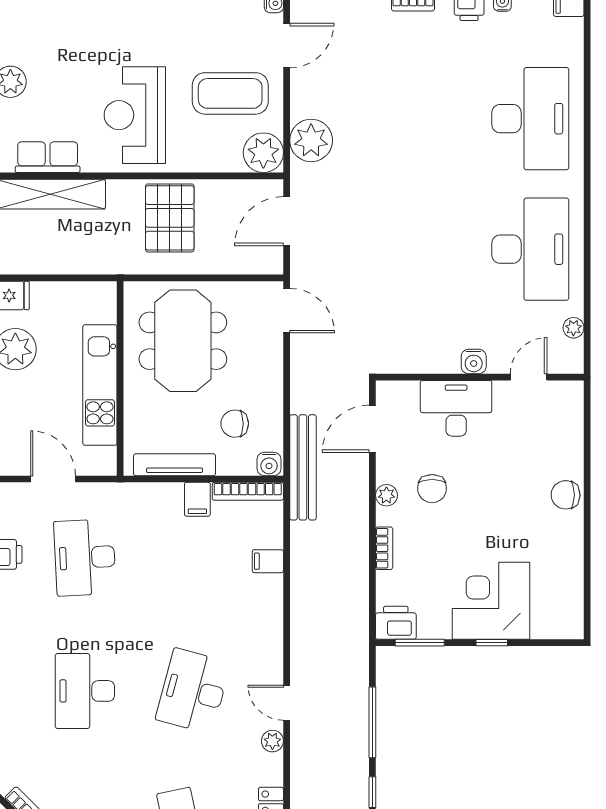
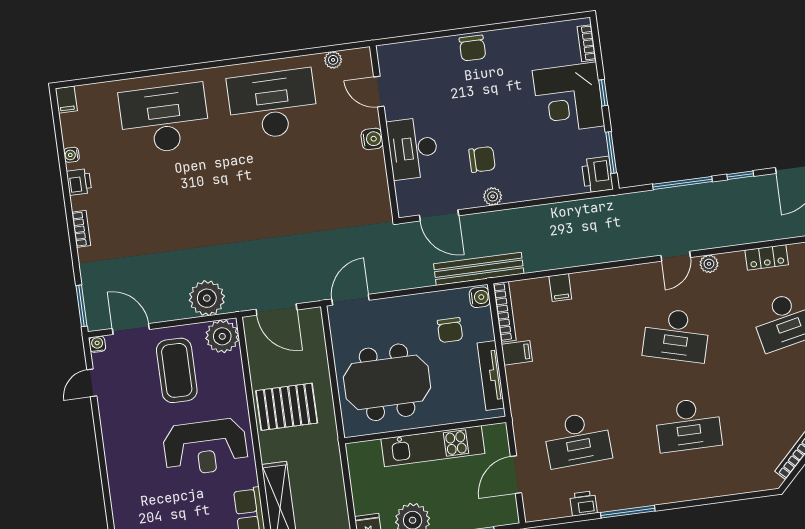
bookcase: (384, 548) -> (587, 43), moved, turned -90

